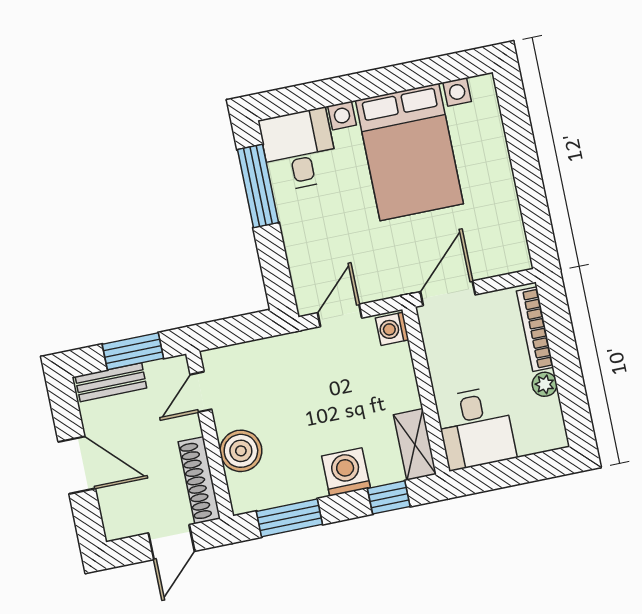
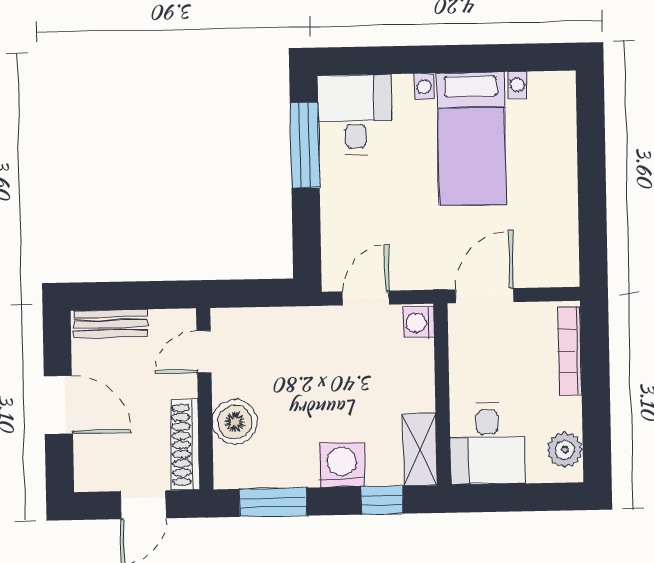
bed with nightstands: (409, 152) -> (472, 139), width x0.73
window: (133, 351) -> (140, 295), removed
plant: (545, 384) -> (565, 450), moved, width x1.38, depth x1.38

